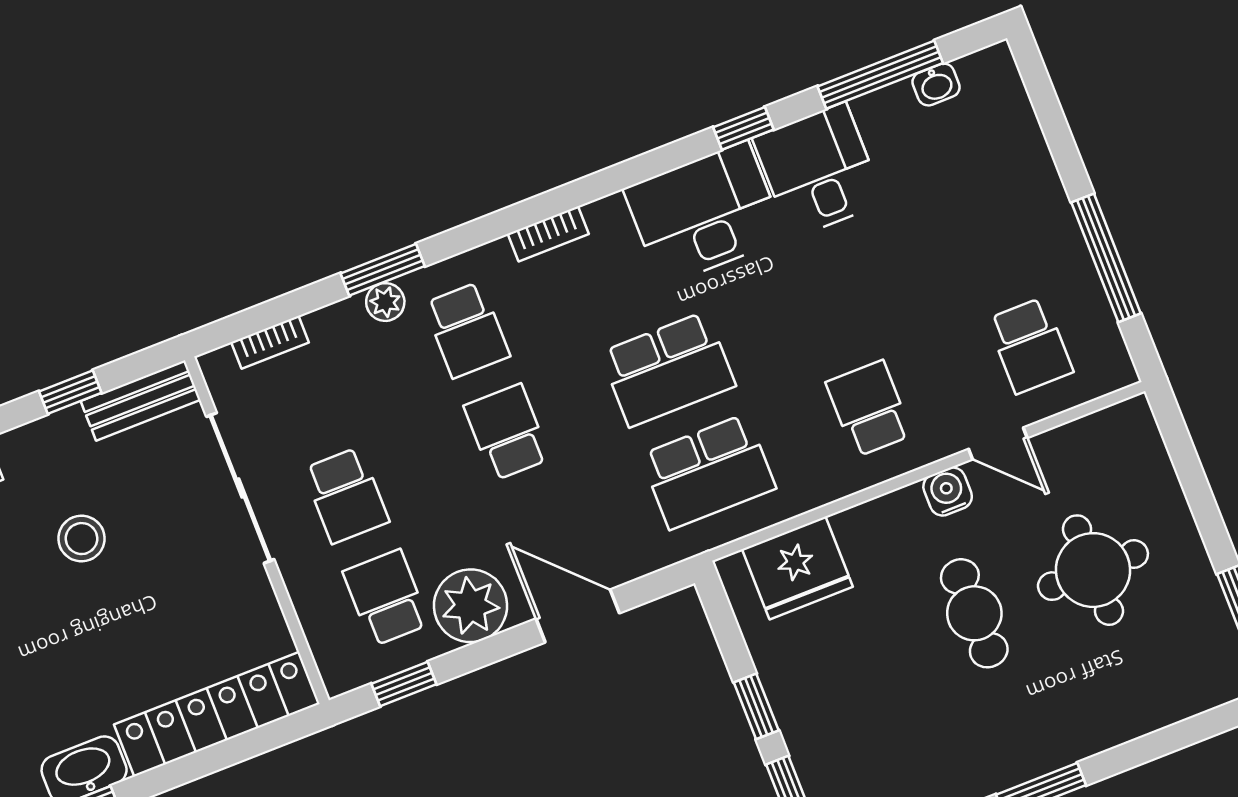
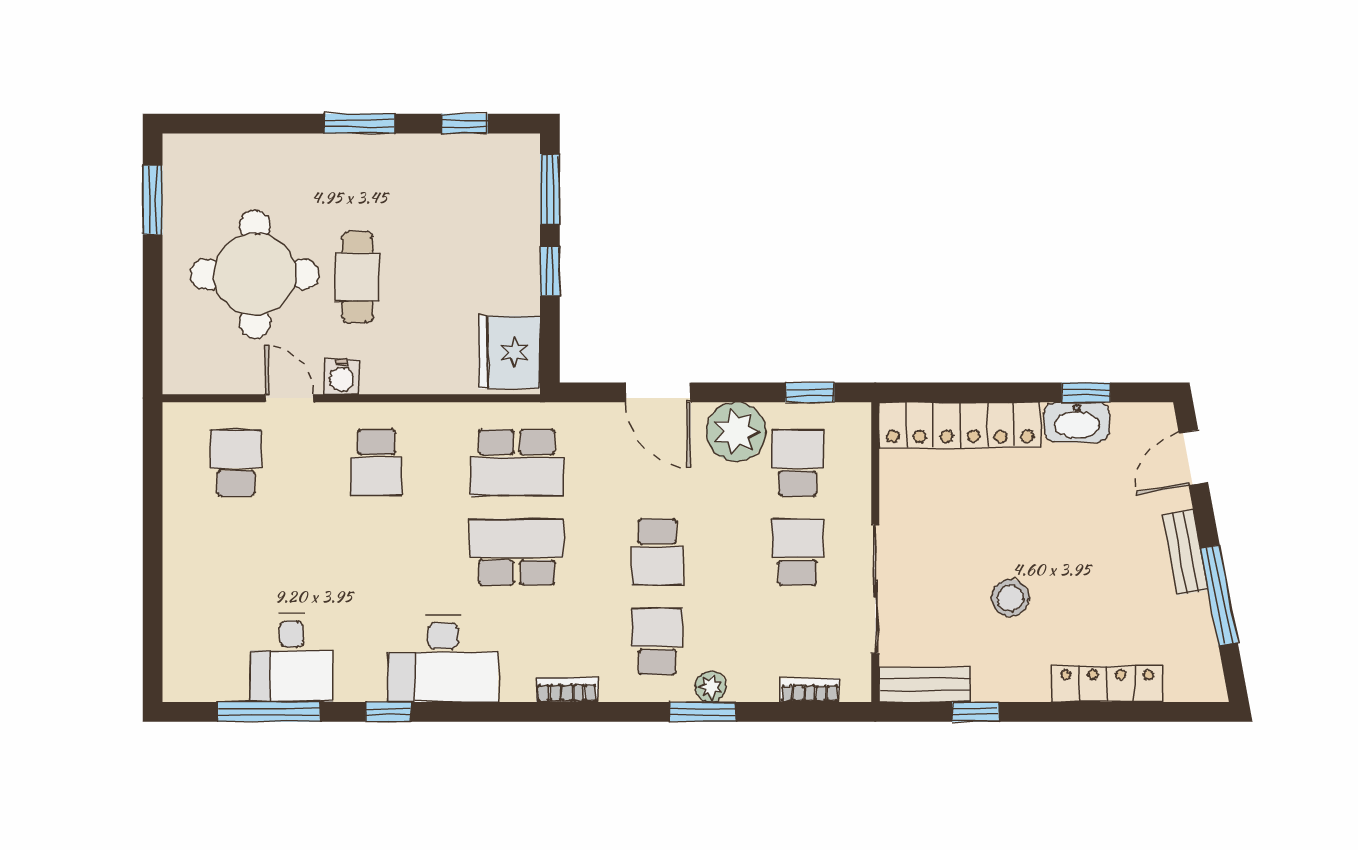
washbasin: (936, 84) -> (230, 688), removed
desk: (818, 170) -> (291, 658), moved
window: (1106, 258) -> (153, 506), removed
school desk: (708, 472) -> (517, 463), turned 180
fridge: (797, 568) -> (509, 352), moved, turned -90
round table: (1093, 570) -> (255, 274), width x1.36, depth x1.36
school desk: (386, 598) -> (798, 463), turned 180

